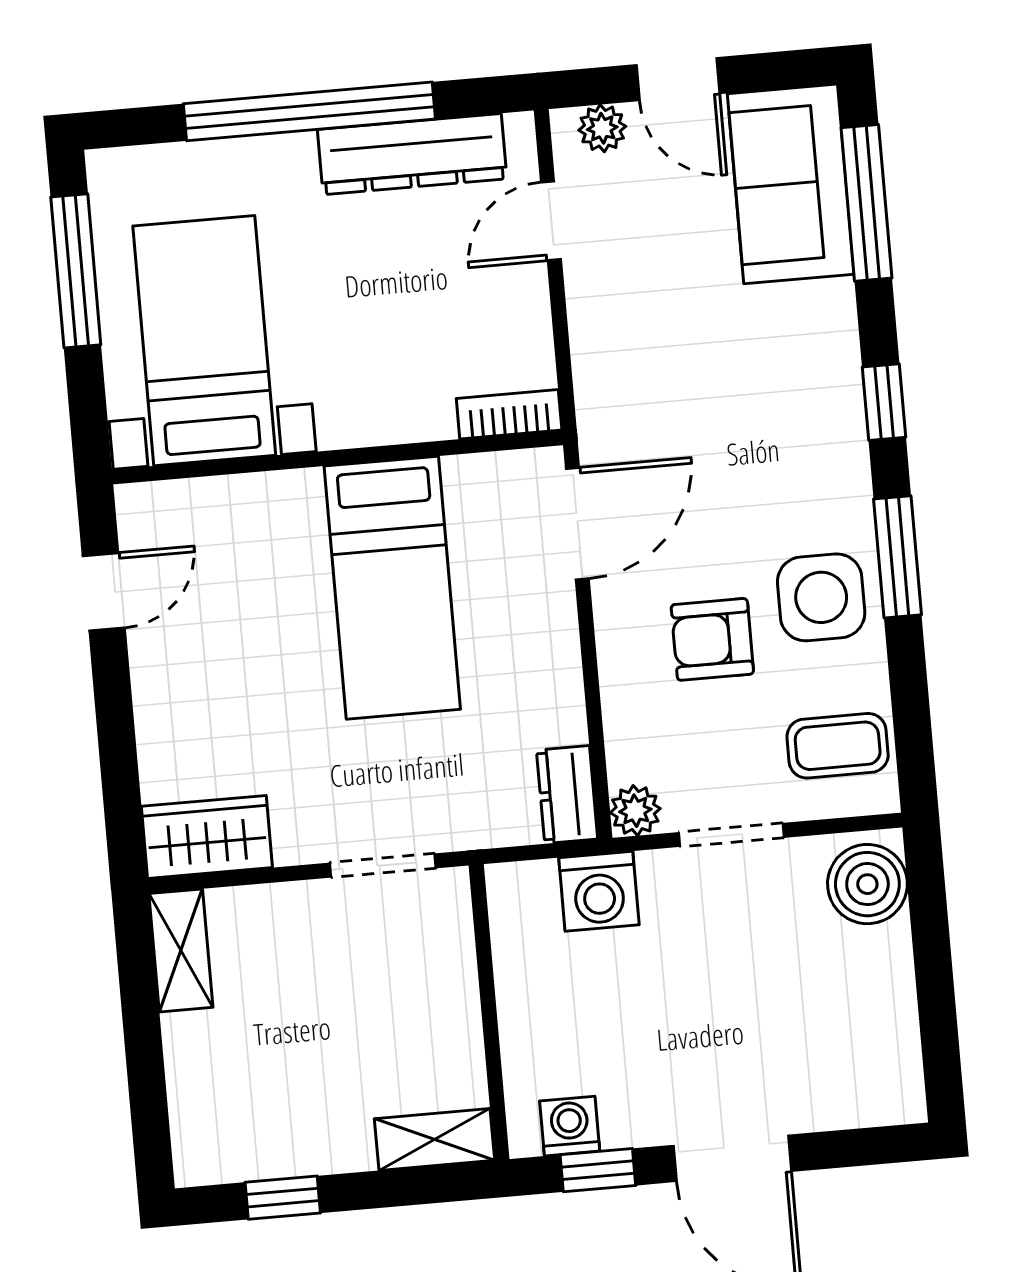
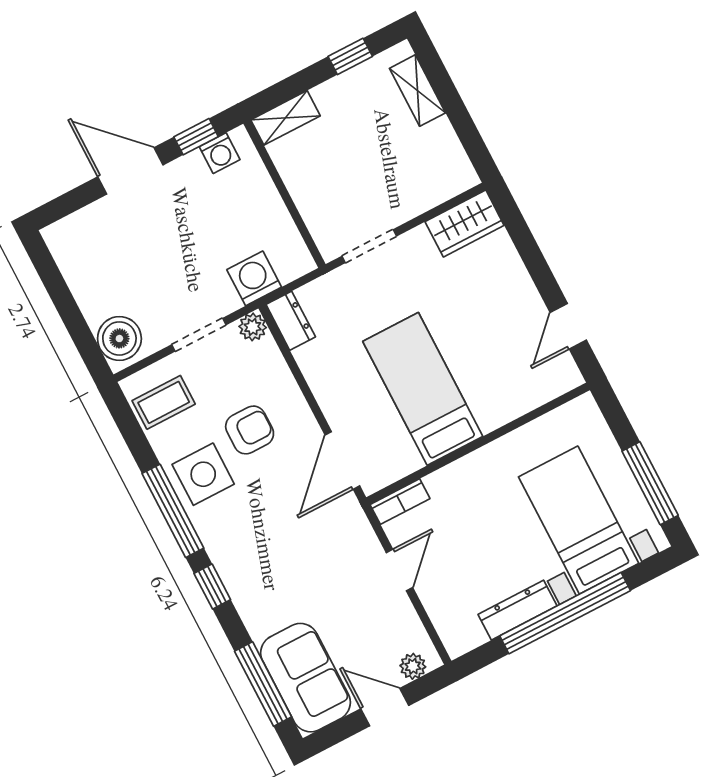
dresser: (412, 154) -> (518, 610), width x0.73, depth x0.80
door: (551, 221) -> (399, 570), moved
bed with nightstands: (204, 341) -> (579, 520), moved, turned 180
window: (898, 557) -> (173, 511), width x1.44
shelving: (181, 950) -> (417, 91), moved

